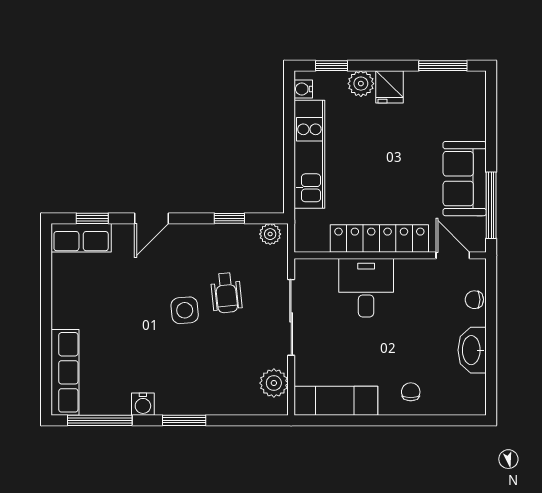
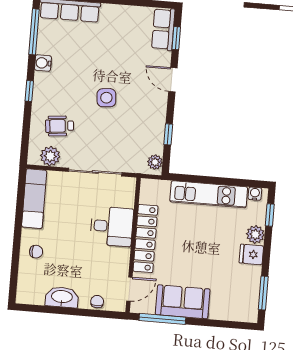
wheelchair: (226, 293) -> (60, 126), moved
window: (184, 420) -> (29, 91), width x0.67

